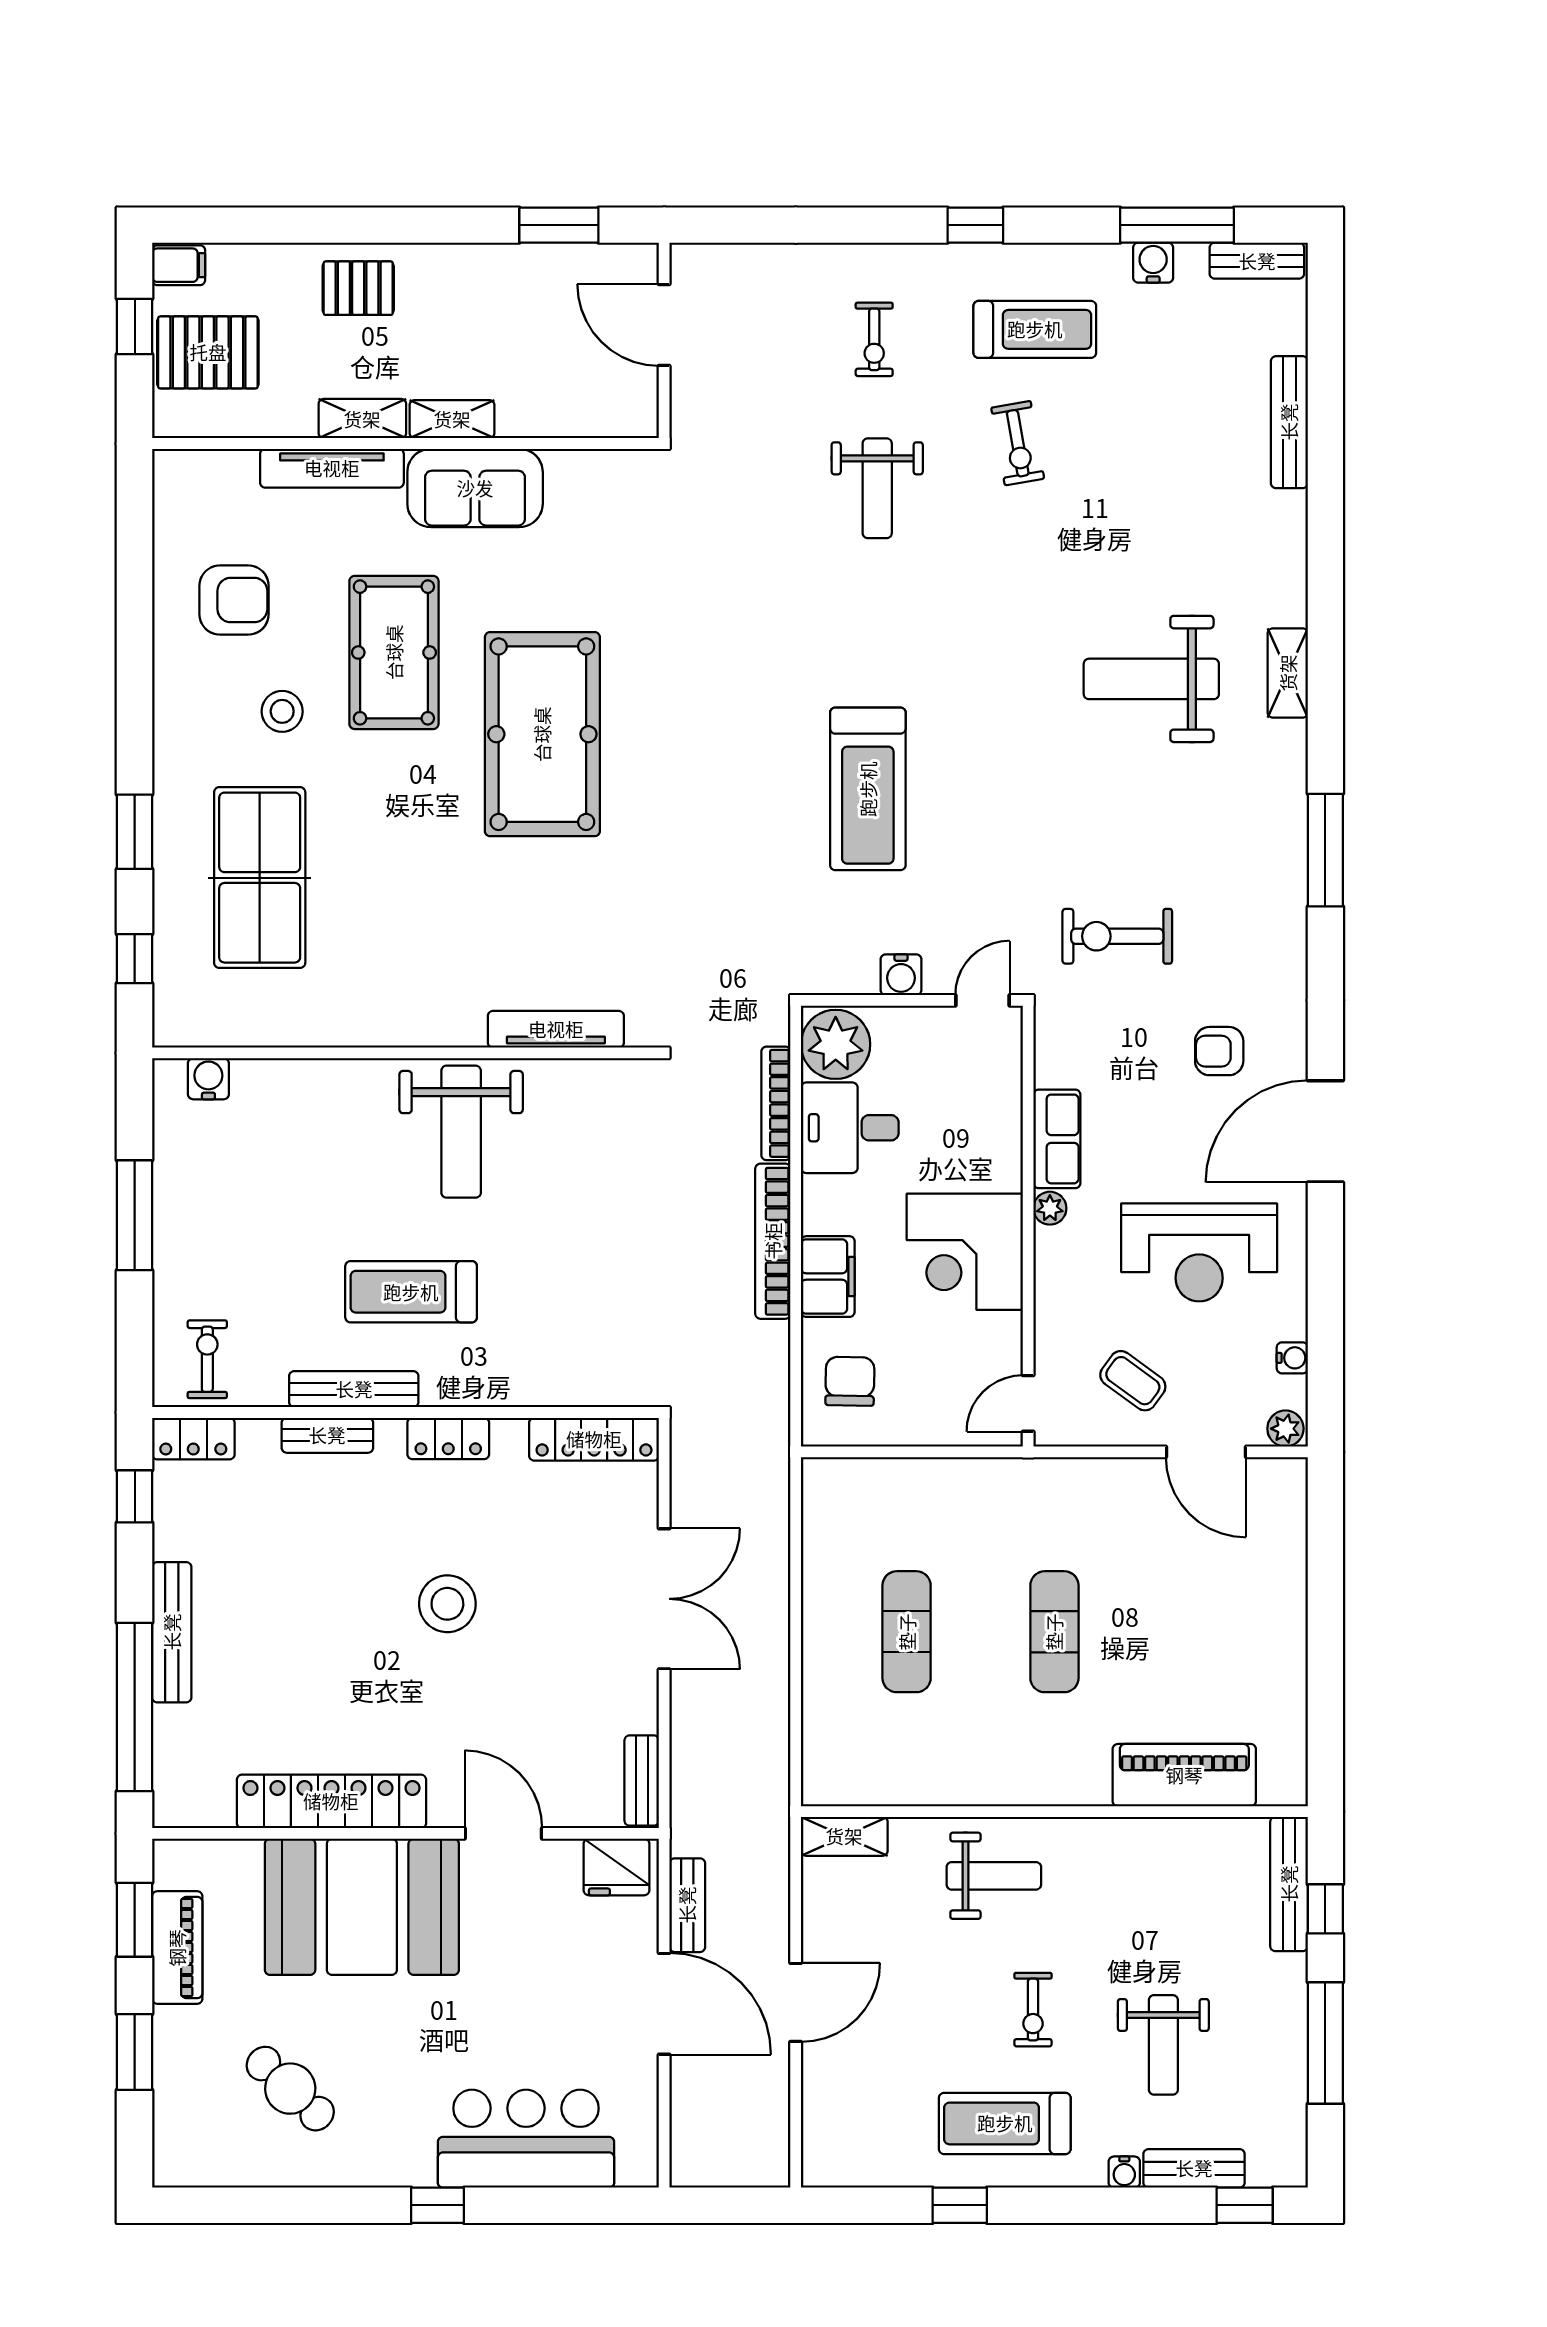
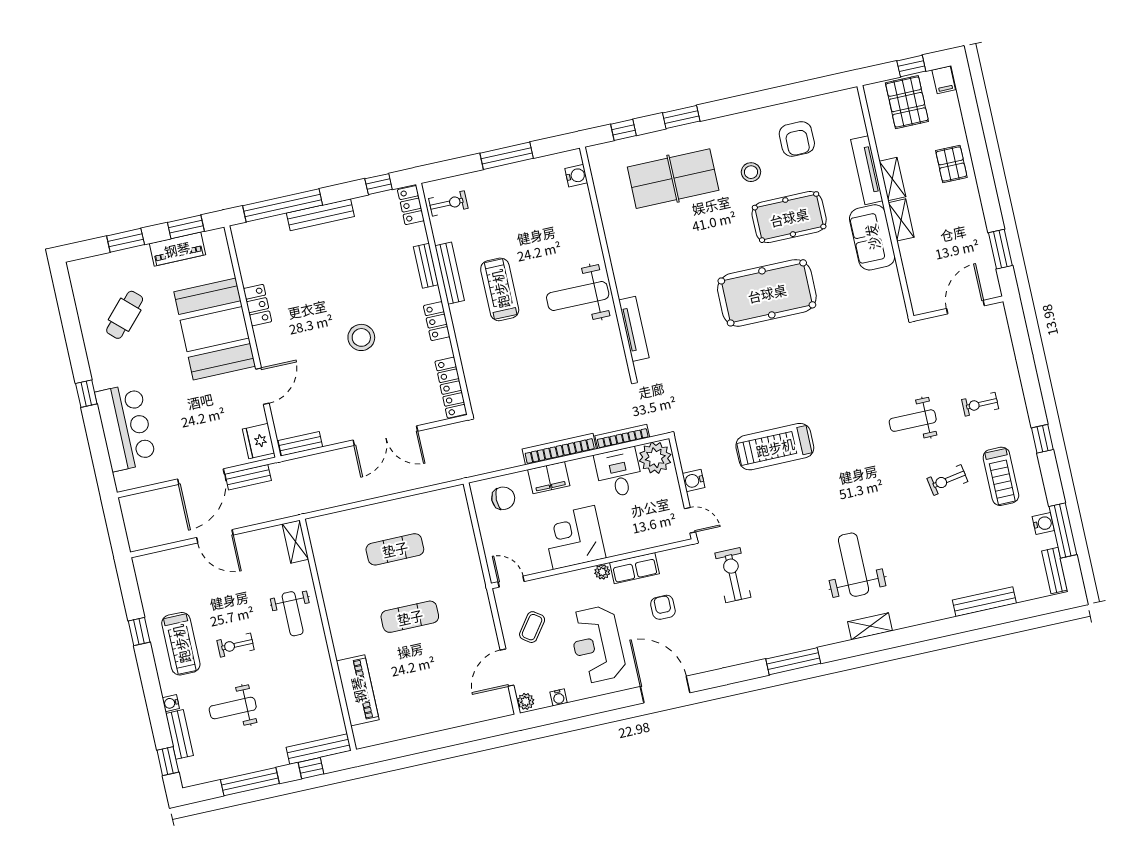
armchair: (1219, 1051) -> (663, 607), moved
locker: (331, 1801) -> (257, 305), width x0.46, depth x0.83
treadmill: (1005, 2123) -> (181, 644), turned 180

